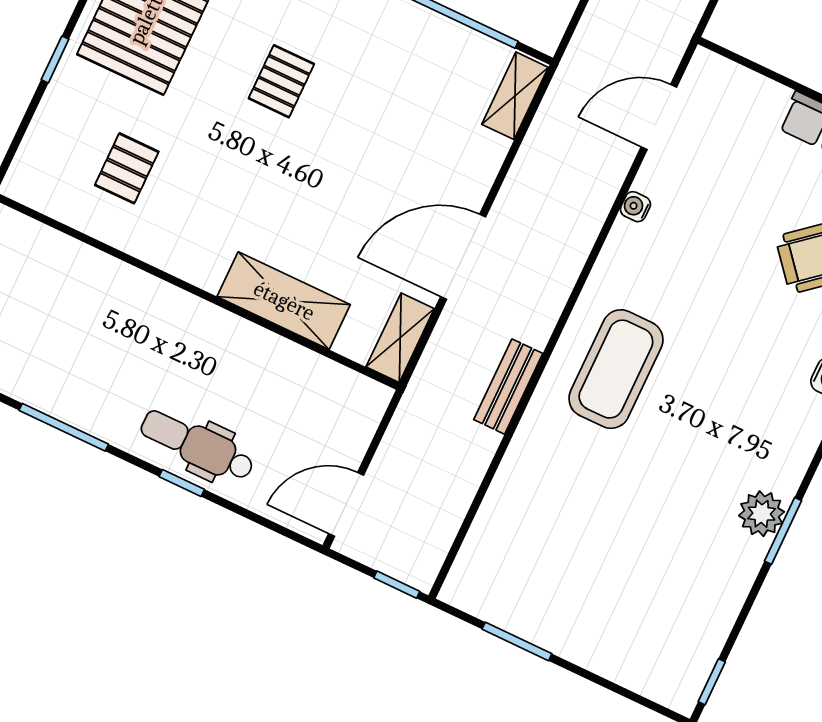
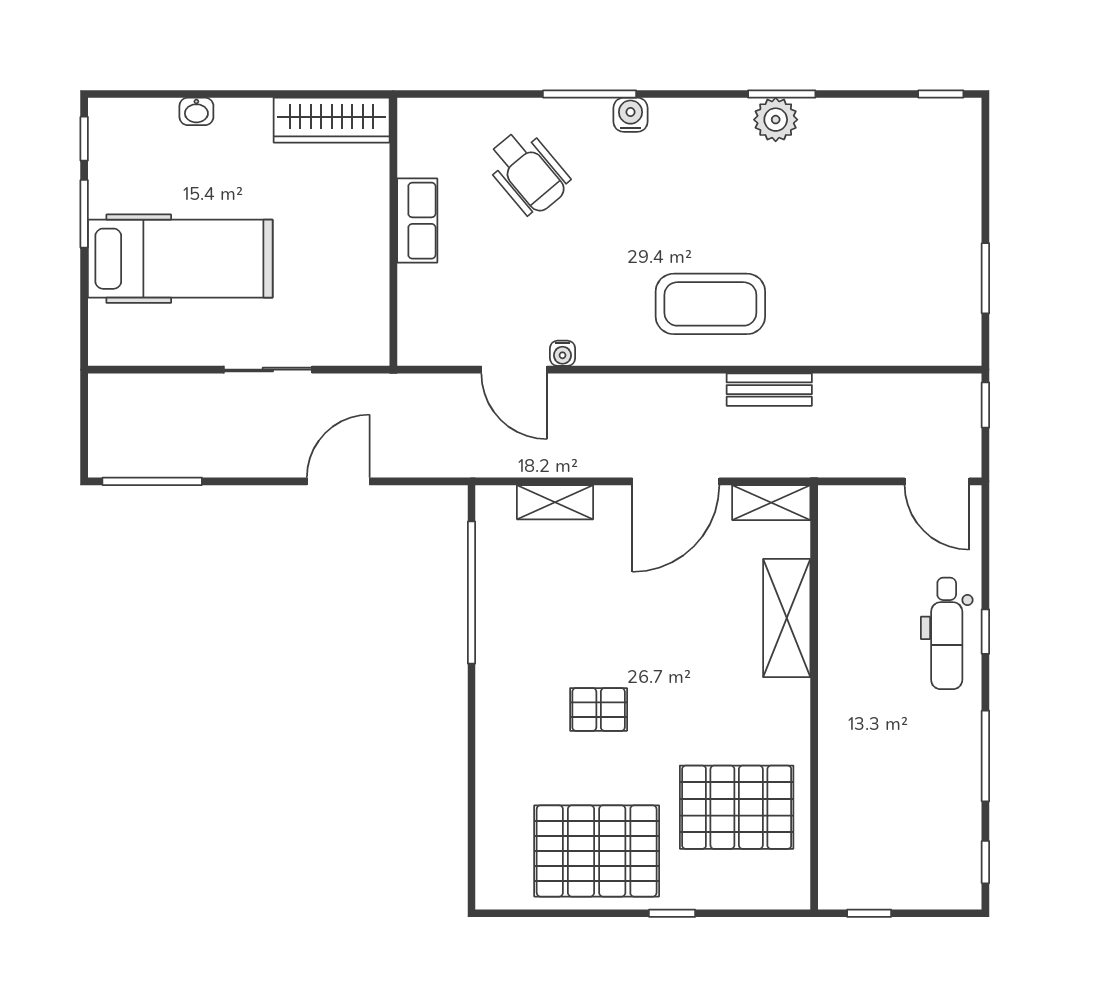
shelving: (515, 96) -> (555, 502), moved
door: (659, 117) -> (514, 370), moved
pallet: (127, 168) -> (737, 807), width x2.05, depth x2.00
door: (463, 257) -> (676, 481), hinge flipped

